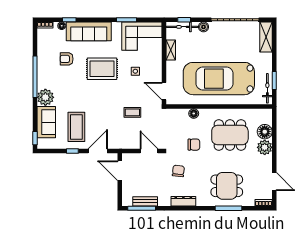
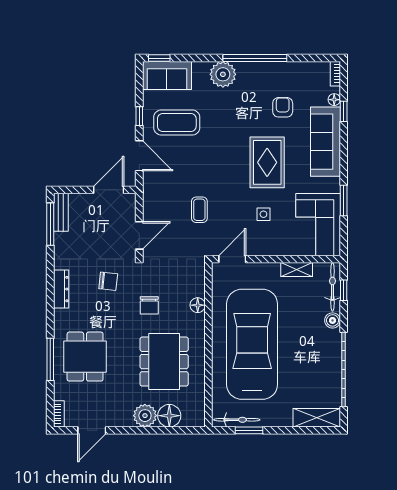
sofa: (46, 122) -> (167, 75), moved
bench: (145, 201) -> (61, 212), moved

